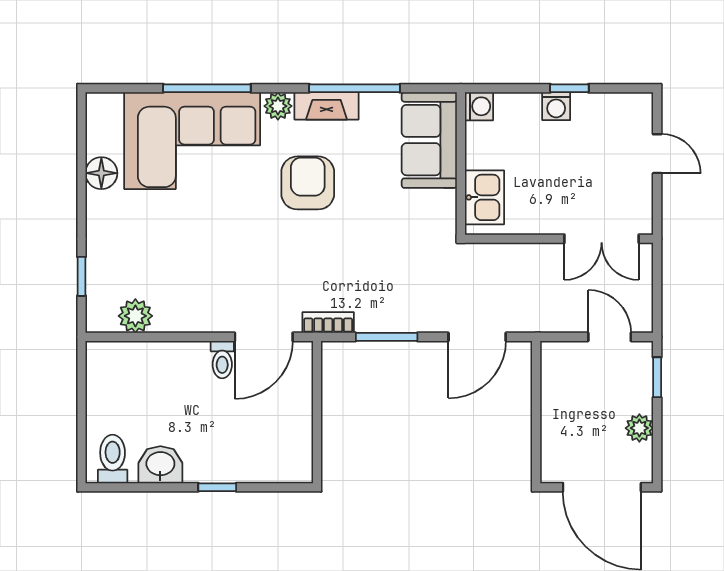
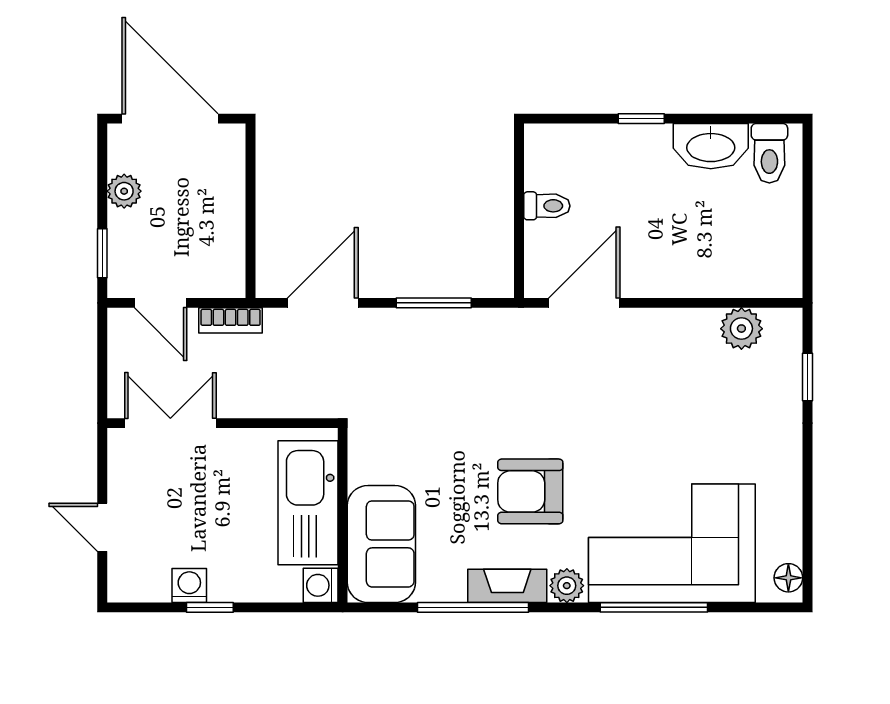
washing machine: (556, 106) -> (189, 585), moved
floor lamp: (101, 173) -> (788, 578), moved, width x0.73, depth x0.73
armchair: (308, 183) -> (530, 491), turned 90
kitchen sink: (484, 197) -> (308, 503), width x1.87, depth x1.24
bookcase: (328, 323) -> (231, 320), moved
toilet: (222, 360) -> (547, 206), moved, turned 90
washbasin: (160, 465) -> (711, 146), width x1.38

